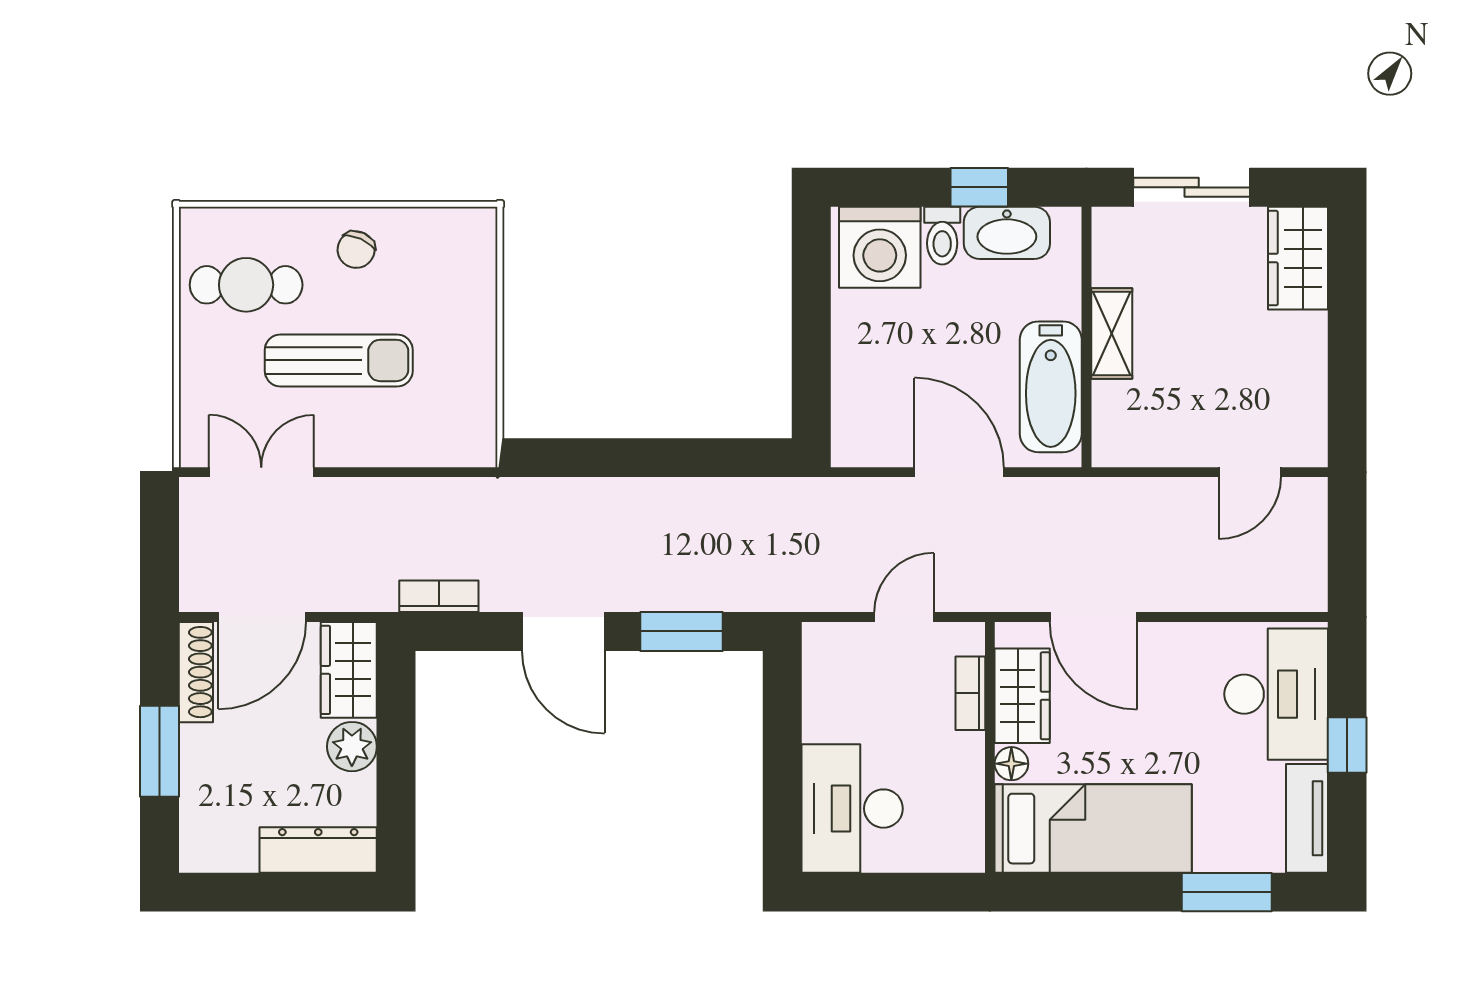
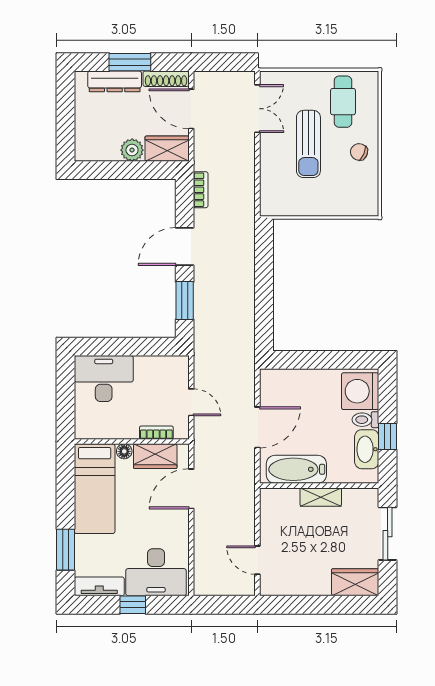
dresser: (318, 850) -> (115, 81), moved, turned 90

